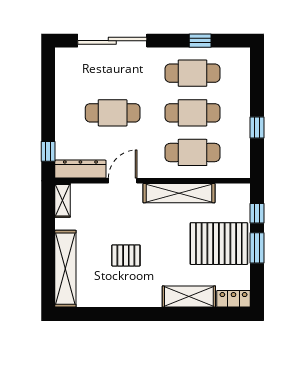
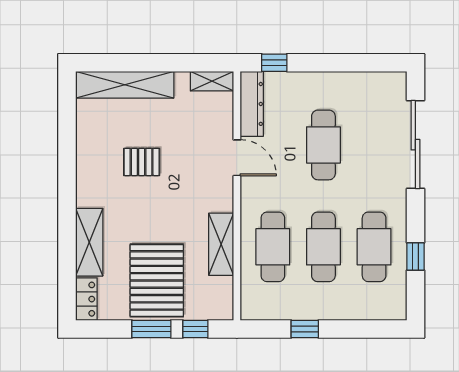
shelving: (179, 193) -> (221, 244), width x0.68
pallet: (126, 255) -> (142, 162), turned 90

